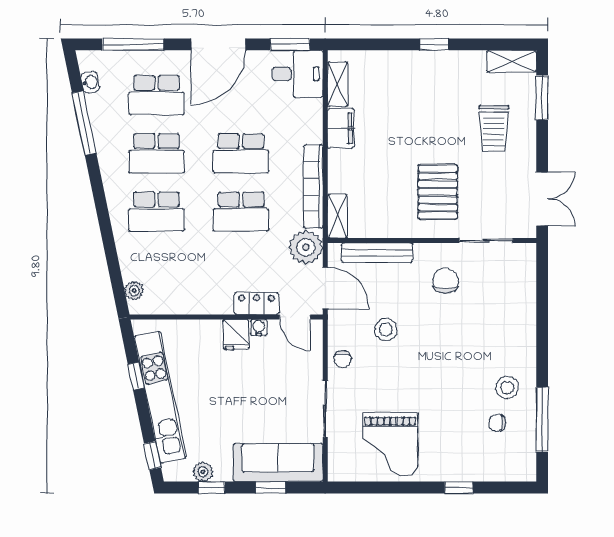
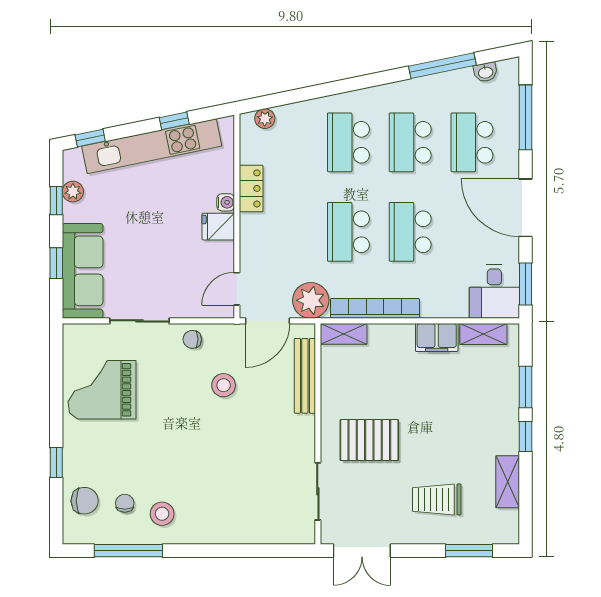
window: (388, 44) -> (525, 387), added
shelving: (512, 61) -> (508, 482), moved
chair: (446, 281) -> (85, 501), moved
locker: (257, 304) -> (251, 188), moved
water cooler: (259, 328) -> (226, 202), moved

